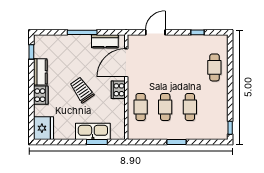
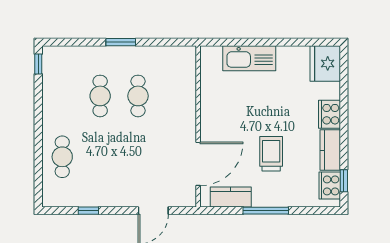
trolley: (82, 90) -> (271, 154), moved, turned -145
cooker: (118, 90) -> (330, 185), moved, turned 180
cafe table: (141, 107) -> (176, 96), removed
window: (97, 142) -> (243, 42), removed

